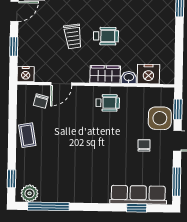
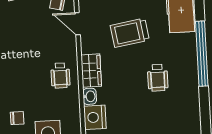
trolley: (73, 36) -> (130, 33), width x1.36, depth x1.39
wheelchair: (106, 36) -> (158, 78), moved

